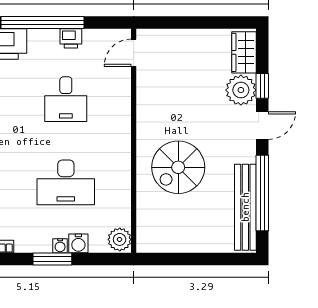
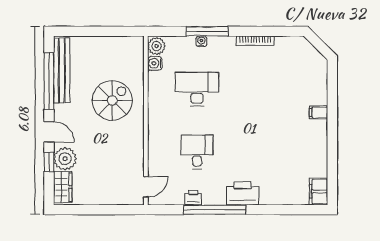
door: (262, 126) -> (49, 132), swing flipped
water cooler: (78, 243) -> (155, 63), moved, turned -90
window: (52, 259) -> (207, 31), width x1.44

